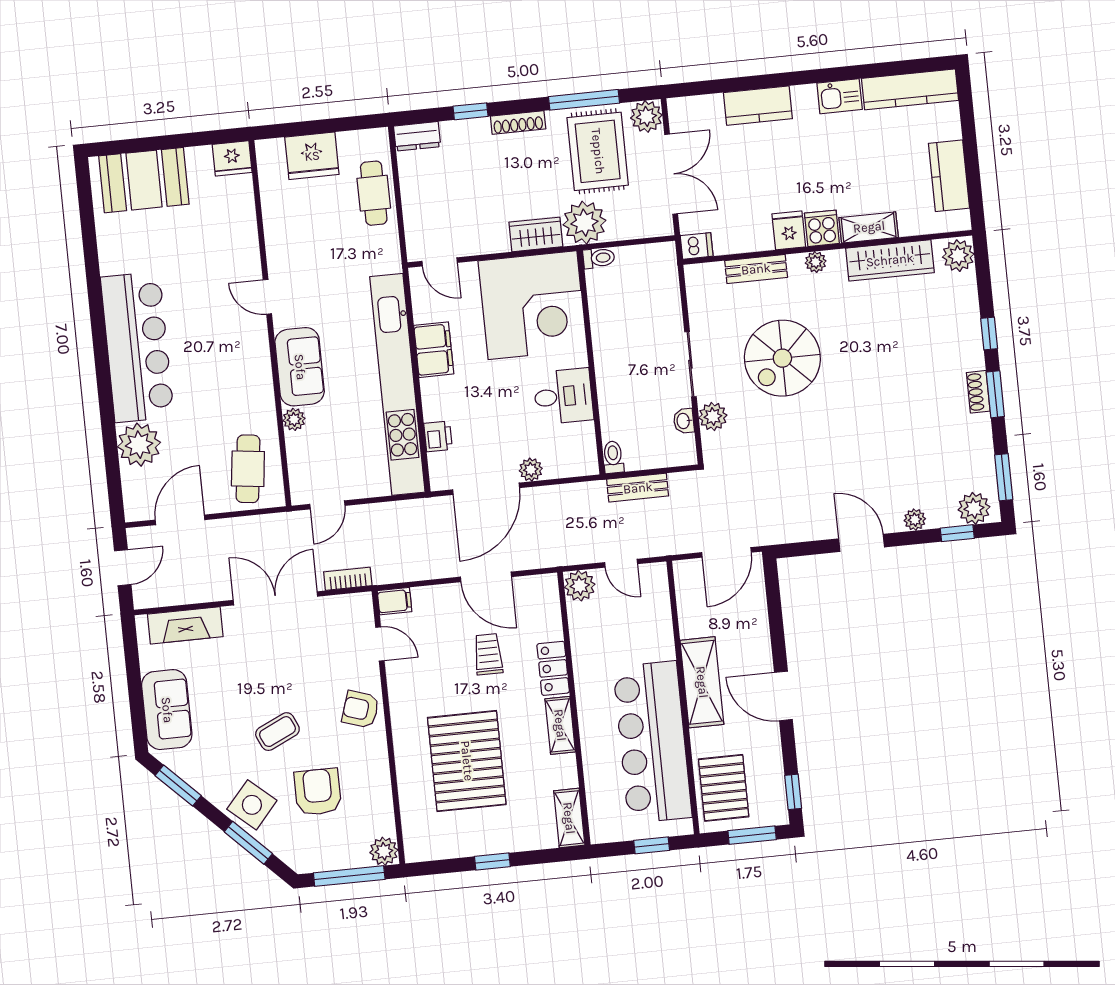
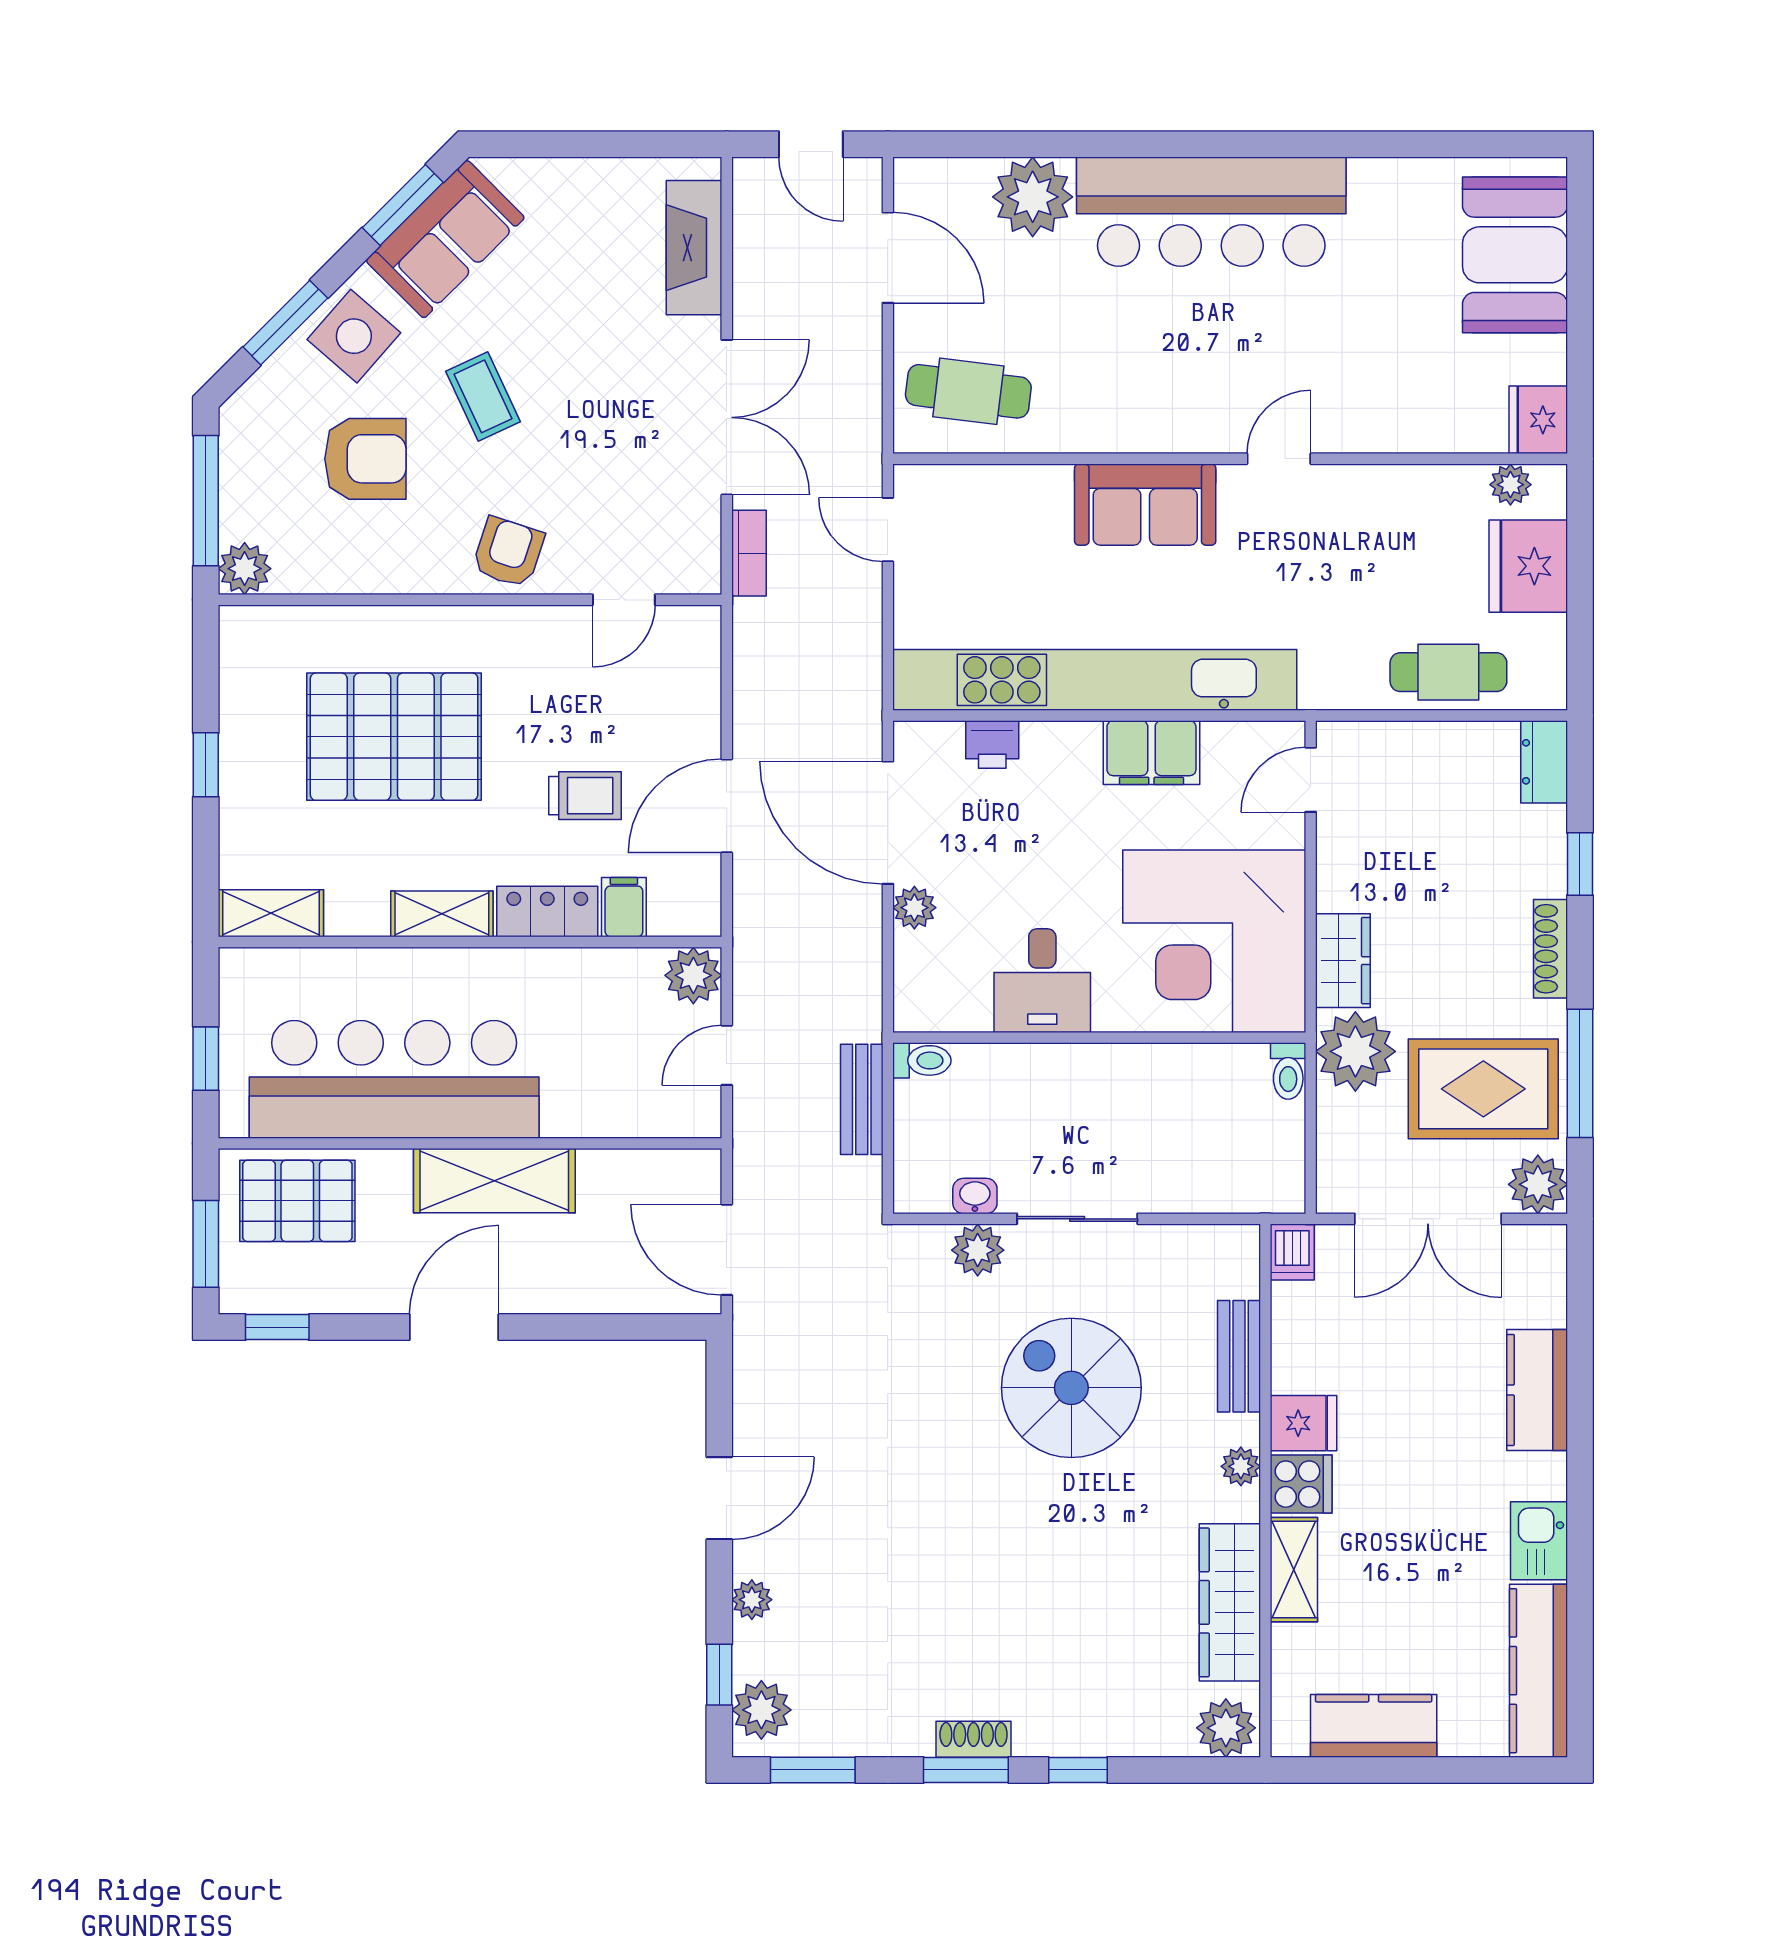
plant: (294, 419) -> (1510, 485), moved
filing cabinet: (395, 601) -> (624, 907), moved, turned 180
sofa: (167, 710) -> (445, 239), moved, turned -45

